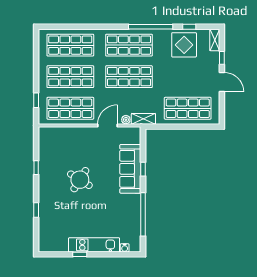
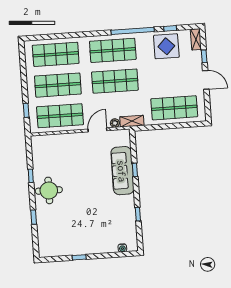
round table: (80, 180) -> (49, 190), moved, turned -32
window: (143, 214) -> (138, 214), width x0.32
kitchen unit: (94, 245) -> (92, 247), removed

